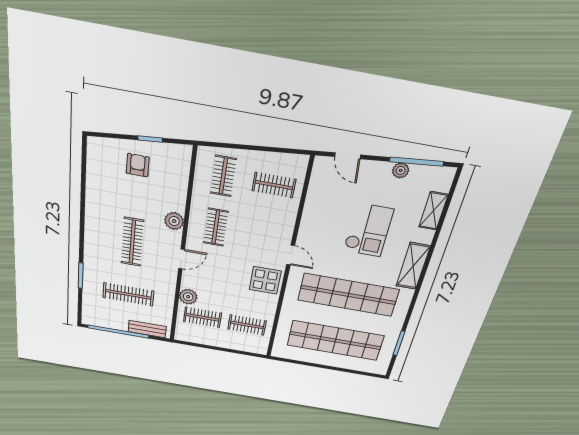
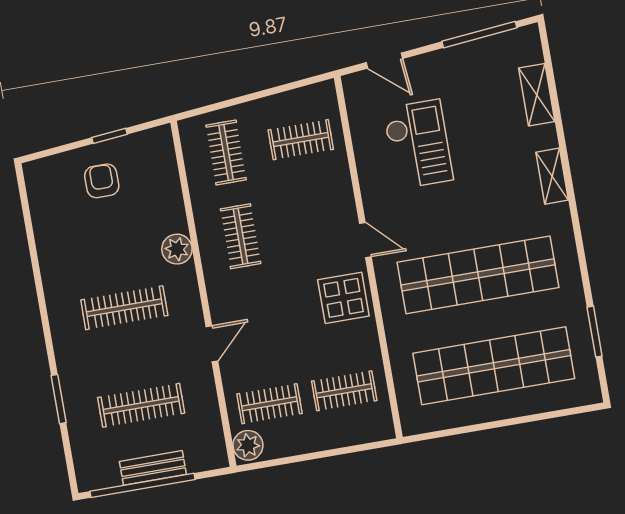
plant: (401, 170) -> (464, 54), removed
checkout: (368, 230) -> (418, 144), moved
clothes rail: (132, 242) -> (124, 308), turned 90
door: (182, 259) -> (212, 344), moved
shelving: (413, 266) -> (552, 176), width x0.67, depth x0.75
plant: (188, 297) -> (248, 445), moved
bench: (147, 329) -> (153, 468), moved

